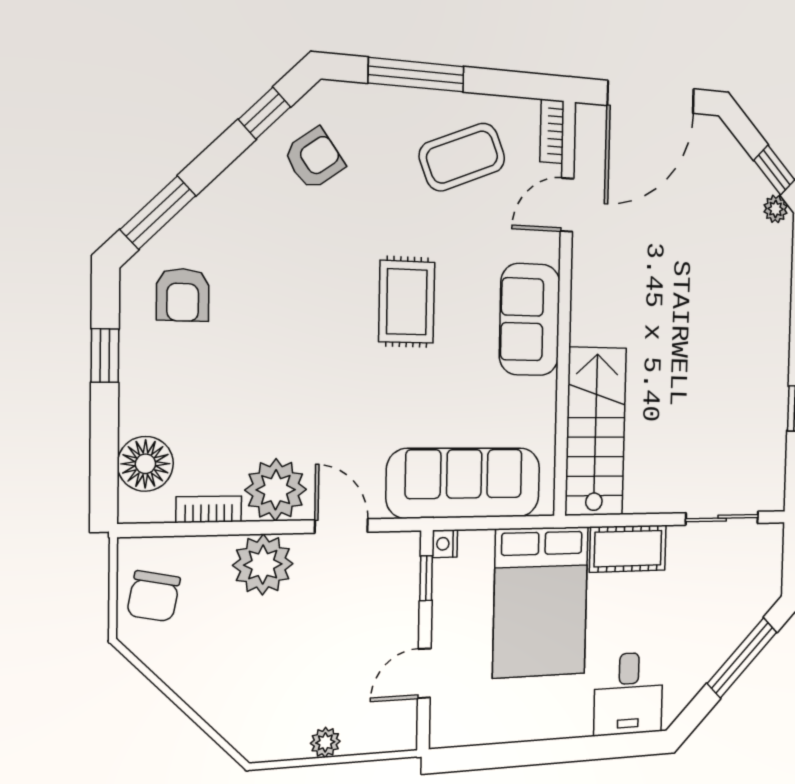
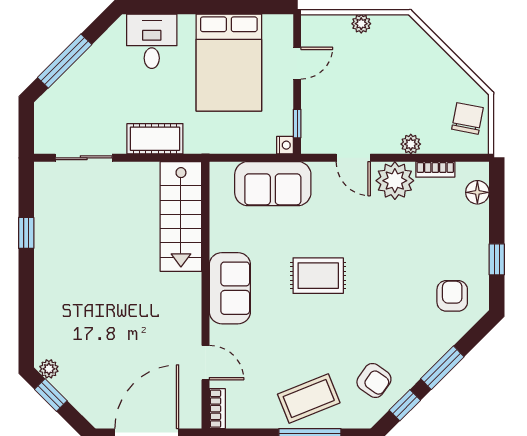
coffee table: (462, 157) -> (309, 398), moved
armchair: (314, 159) -> (374, 380), turned -109
door: (567, 205) -> (206, 363), hinge flipped
window: (158, 213) -> (442, 368), moved
rug: (407, 302) -> (318, 276), moved, turned 90
floor lamp: (145, 464) -> (477, 192), width x0.73, depth x0.73
sofa: (464, 483) -> (273, 184), width x0.73
plant: (263, 565) -> (411, 144), width x0.53, depth x0.53
bed: (541, 602) -> (229, 63), moved, turned 180

